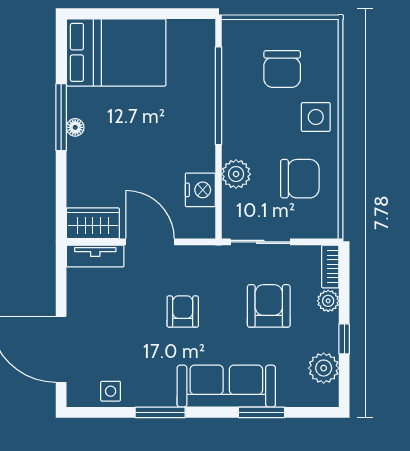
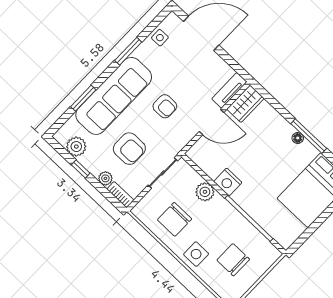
nightstand: (200, 190) -> (228, 182), moved
sofa: (226, 386) -> (114, 96), width x1.36, depth x1.27

